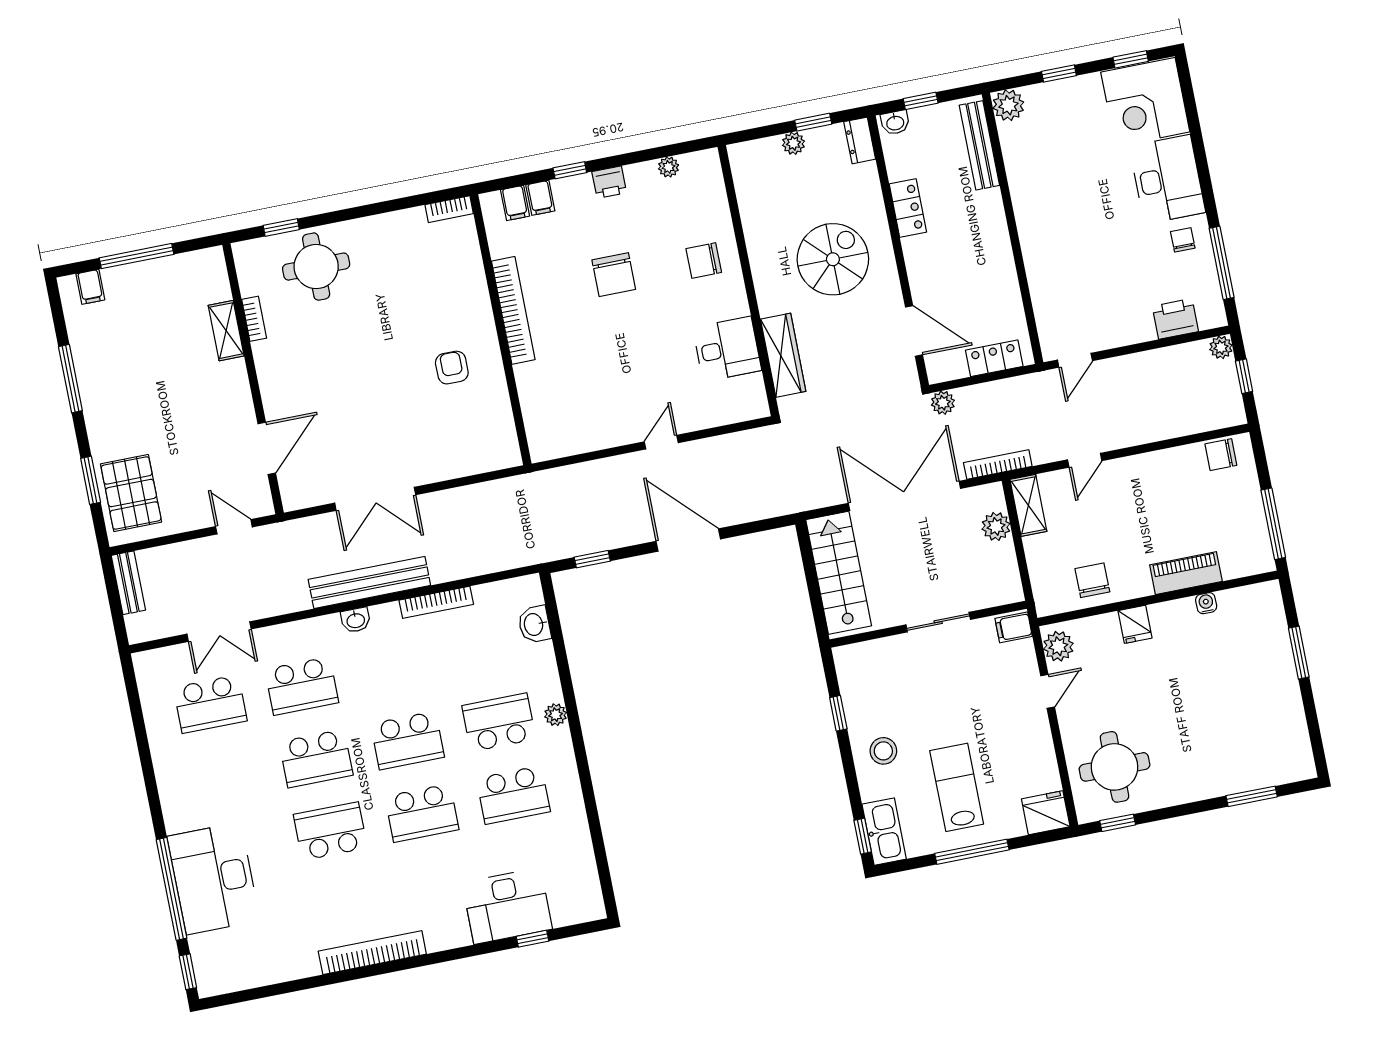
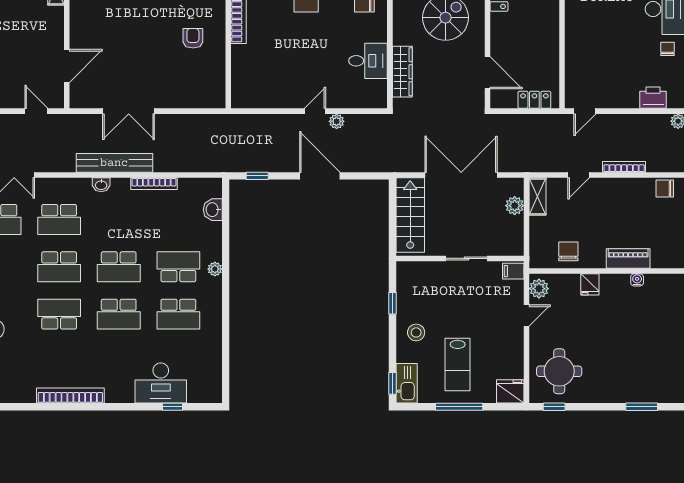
plant: (943, 403) -> (337, 121), moved
bookcase: (998, 464) -> (624, 167), moved
lab bench: (957, 787) -> (458, 364), turned 180

